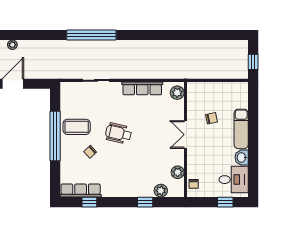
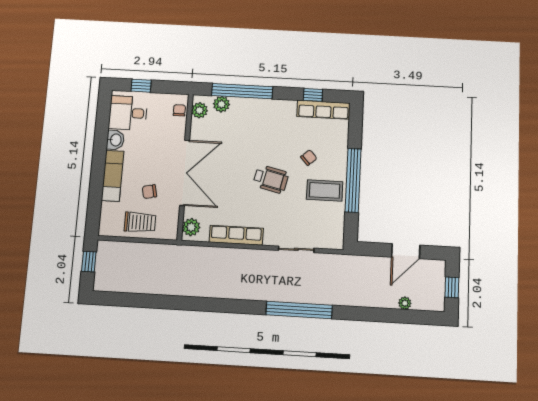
trolley: (217, 94) -> (140, 222), added
double door: (186, 135) -> (185, 173), width x1.87
plant: (178, 172) -> (200, 110), moved
window: (145, 202) -> (242, 91), width x3.17

